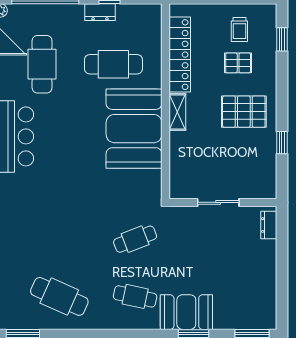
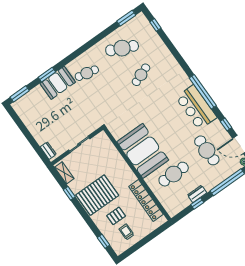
shelving: (177, 112) -> (64, 173), moved
pallet: (244, 112) -> (97, 195), width x1.37, depth x1.41
cafe table: (135, 239) -> (141, 75), moved

